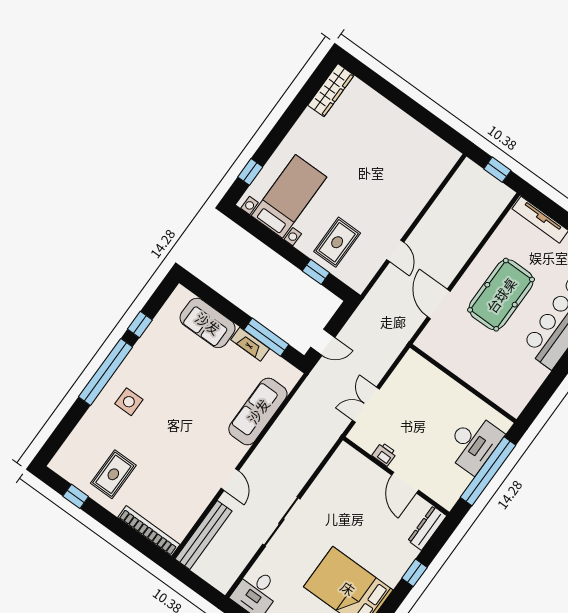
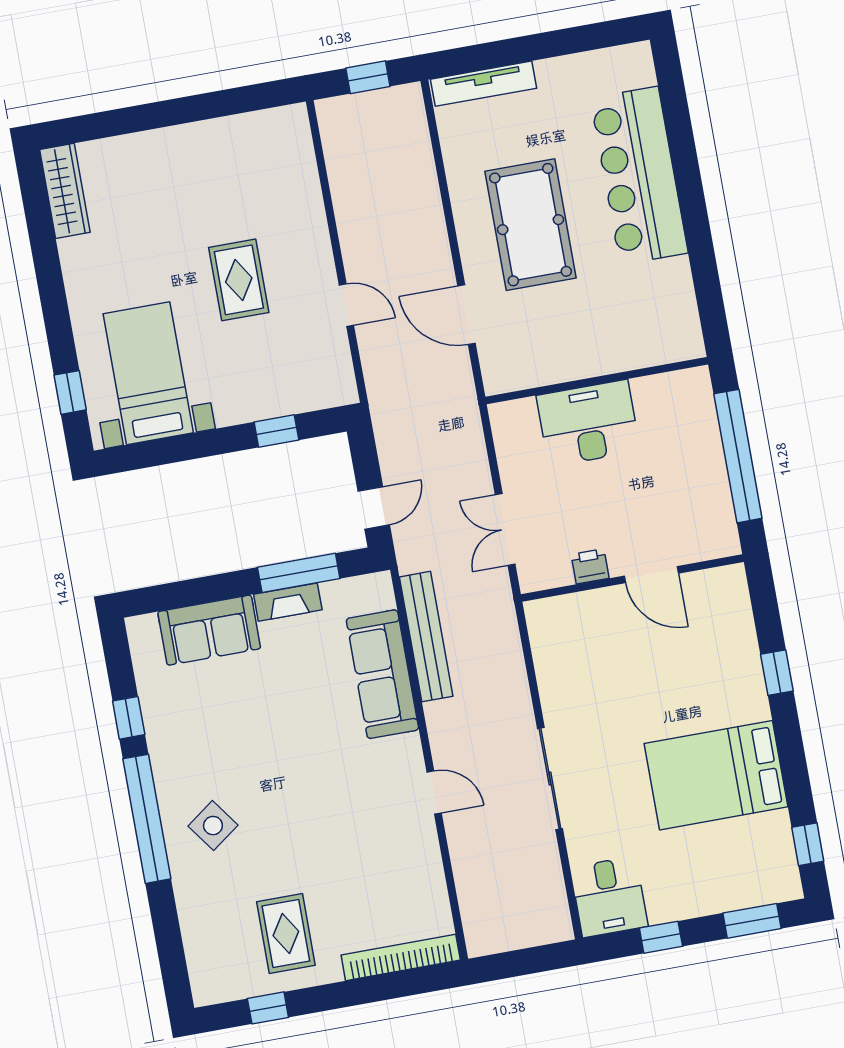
rug: (337, 242) -> (239, 280), moved
side table: (129, 402) -> (213, 826), turned -36
desk: (473, 443) -> (588, 423), moved, turned -90
dresser: (427, 528) -> (736, 602), removed
bench: (203, 535) -> (426, 637), moved

